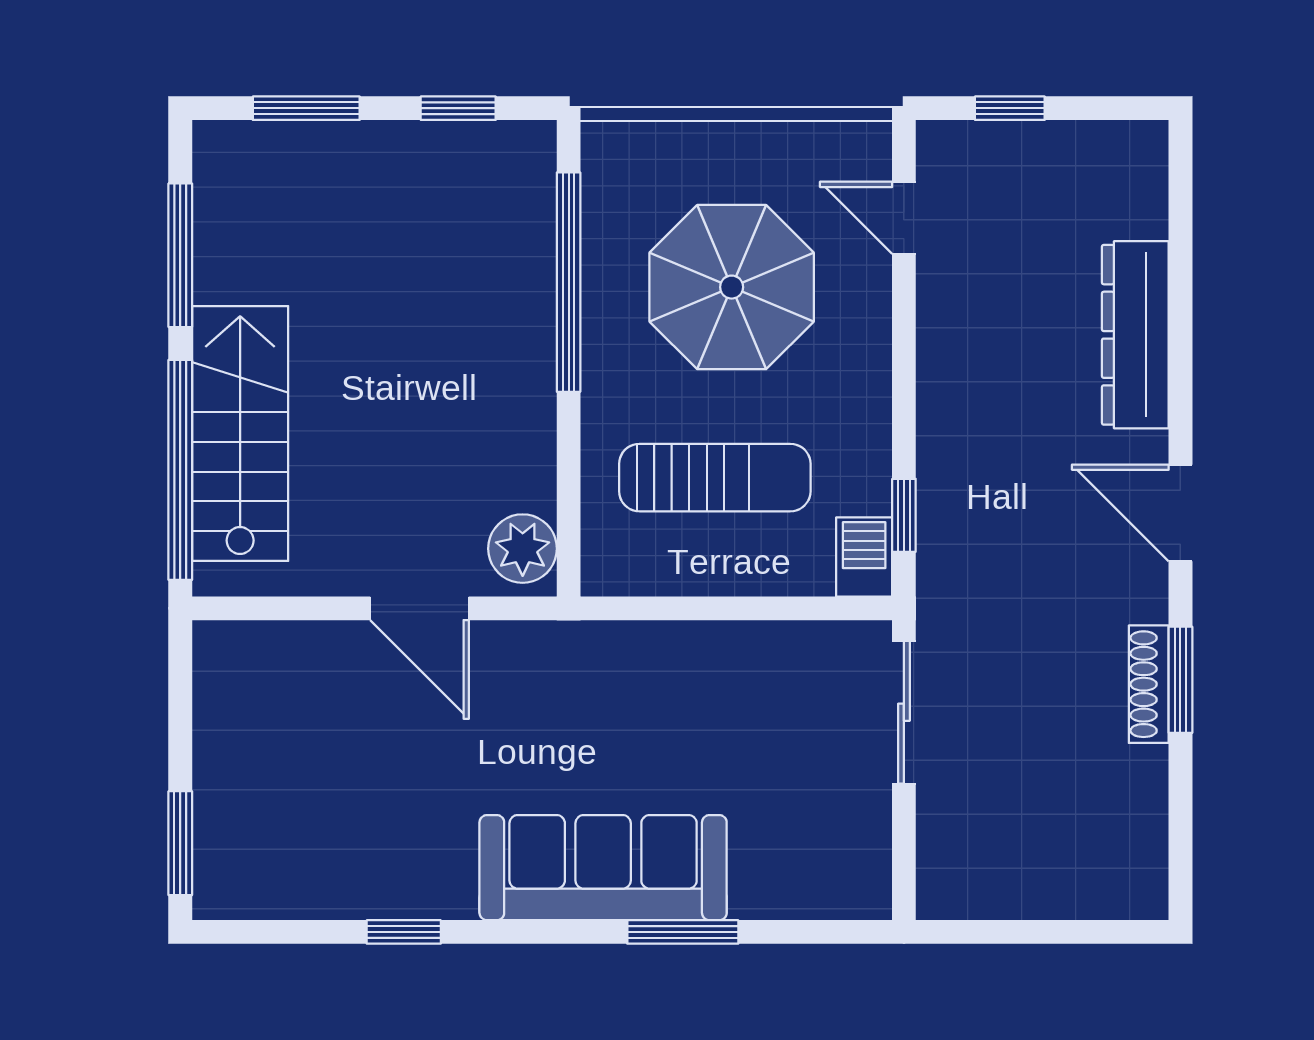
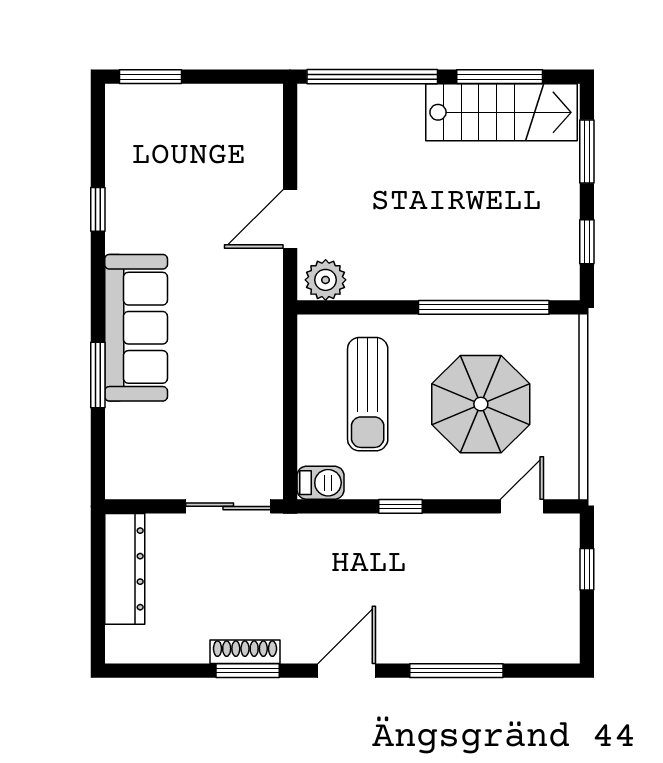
window: (1180, 328) -> (456, 671), added
dresser: (1135, 335) -> (125, 569), moved, turned 90
stairs: (240, 433) -> (502, 112), moved
window: (904, 515) -> (401, 506), moved

